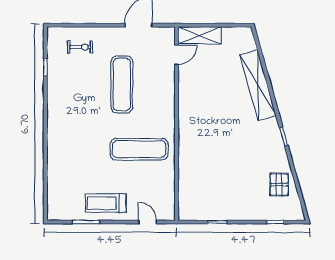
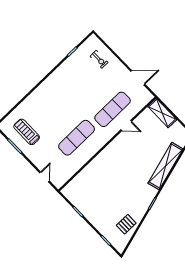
door: (177, 55) -> (126, 126), moved
exercise mat: (122, 84) -> (113, 109), moved
exercise mat: (139, 149) -> (77, 138), turned 90
treadmill: (106, 203) -> (27, 132), moved

